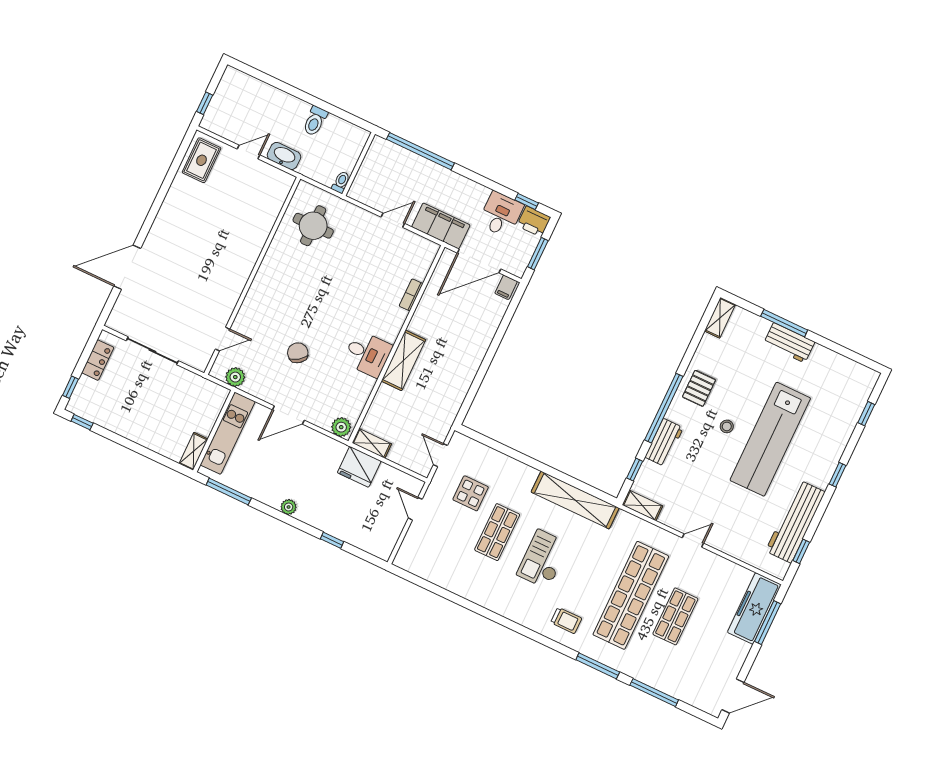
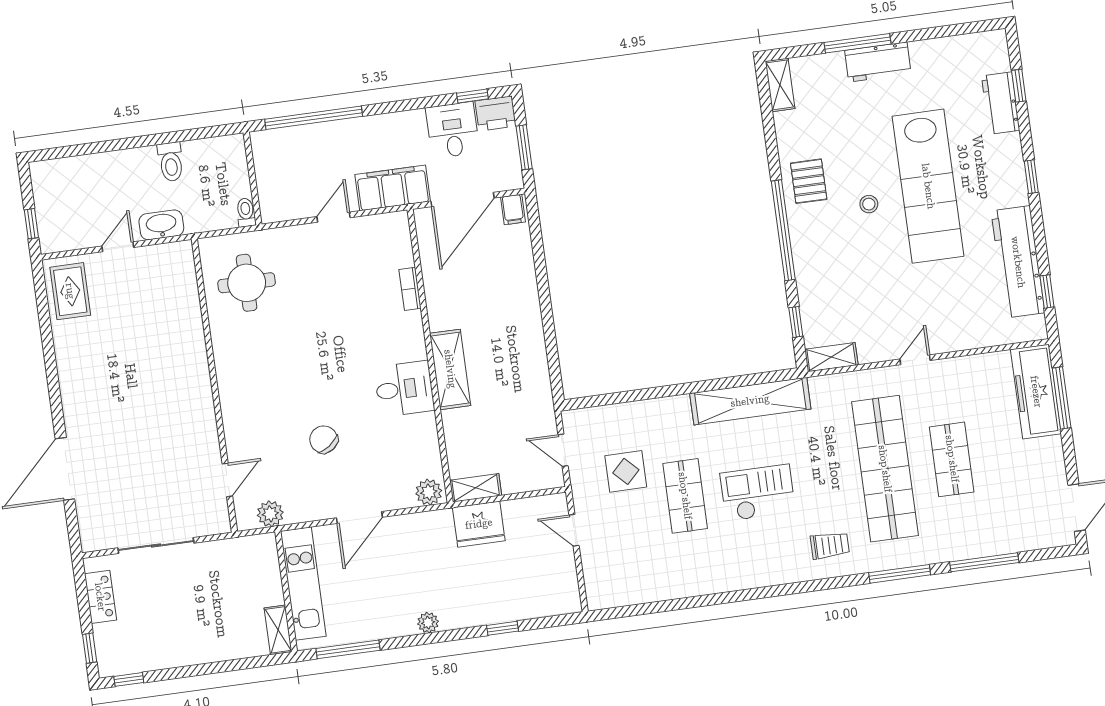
workbench: (664, 442) -> (1001, 103), moved, turned 180
checkout: (543, 559) -> (758, 493), turned 90

